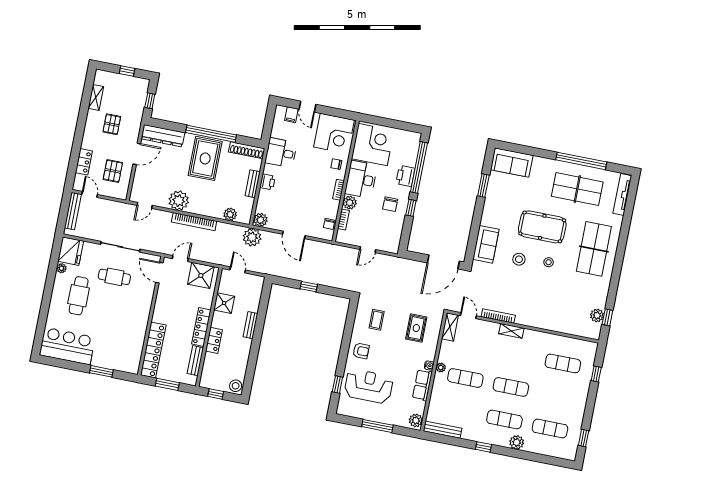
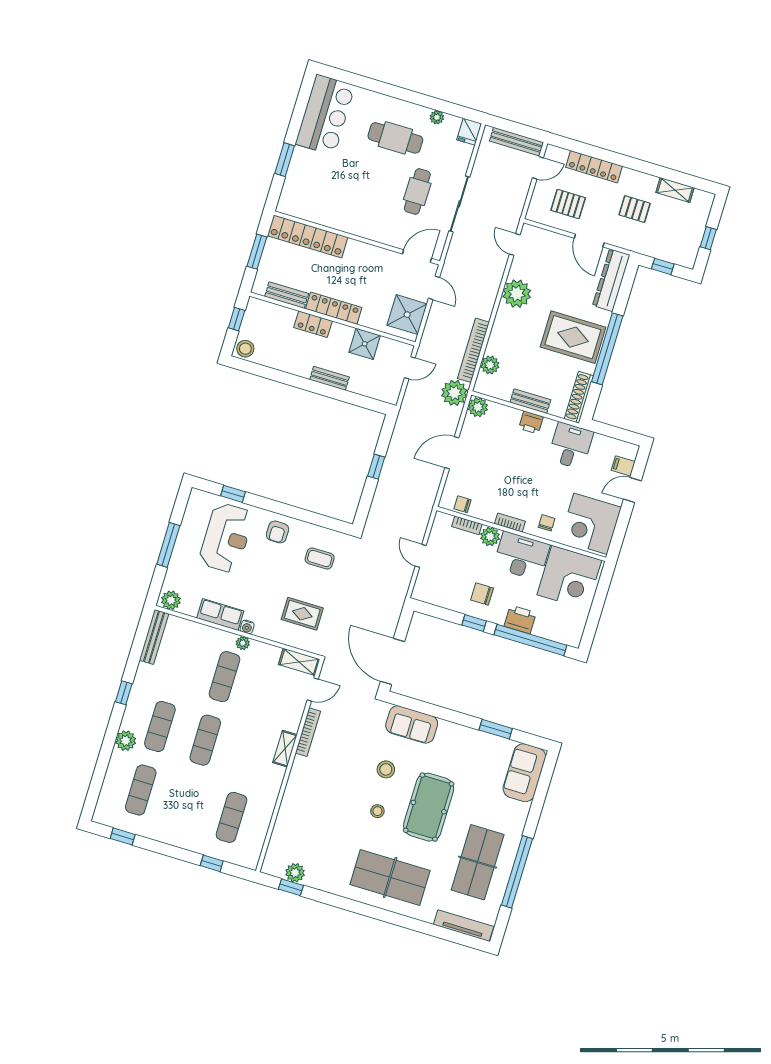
locker: (84, 162) -> (594, 167), width x1.53
bookcase: (194, 222) -> (473, 350), moved
fridge: (71, 251) -> (469, 132), width x0.53, depth x0.75

